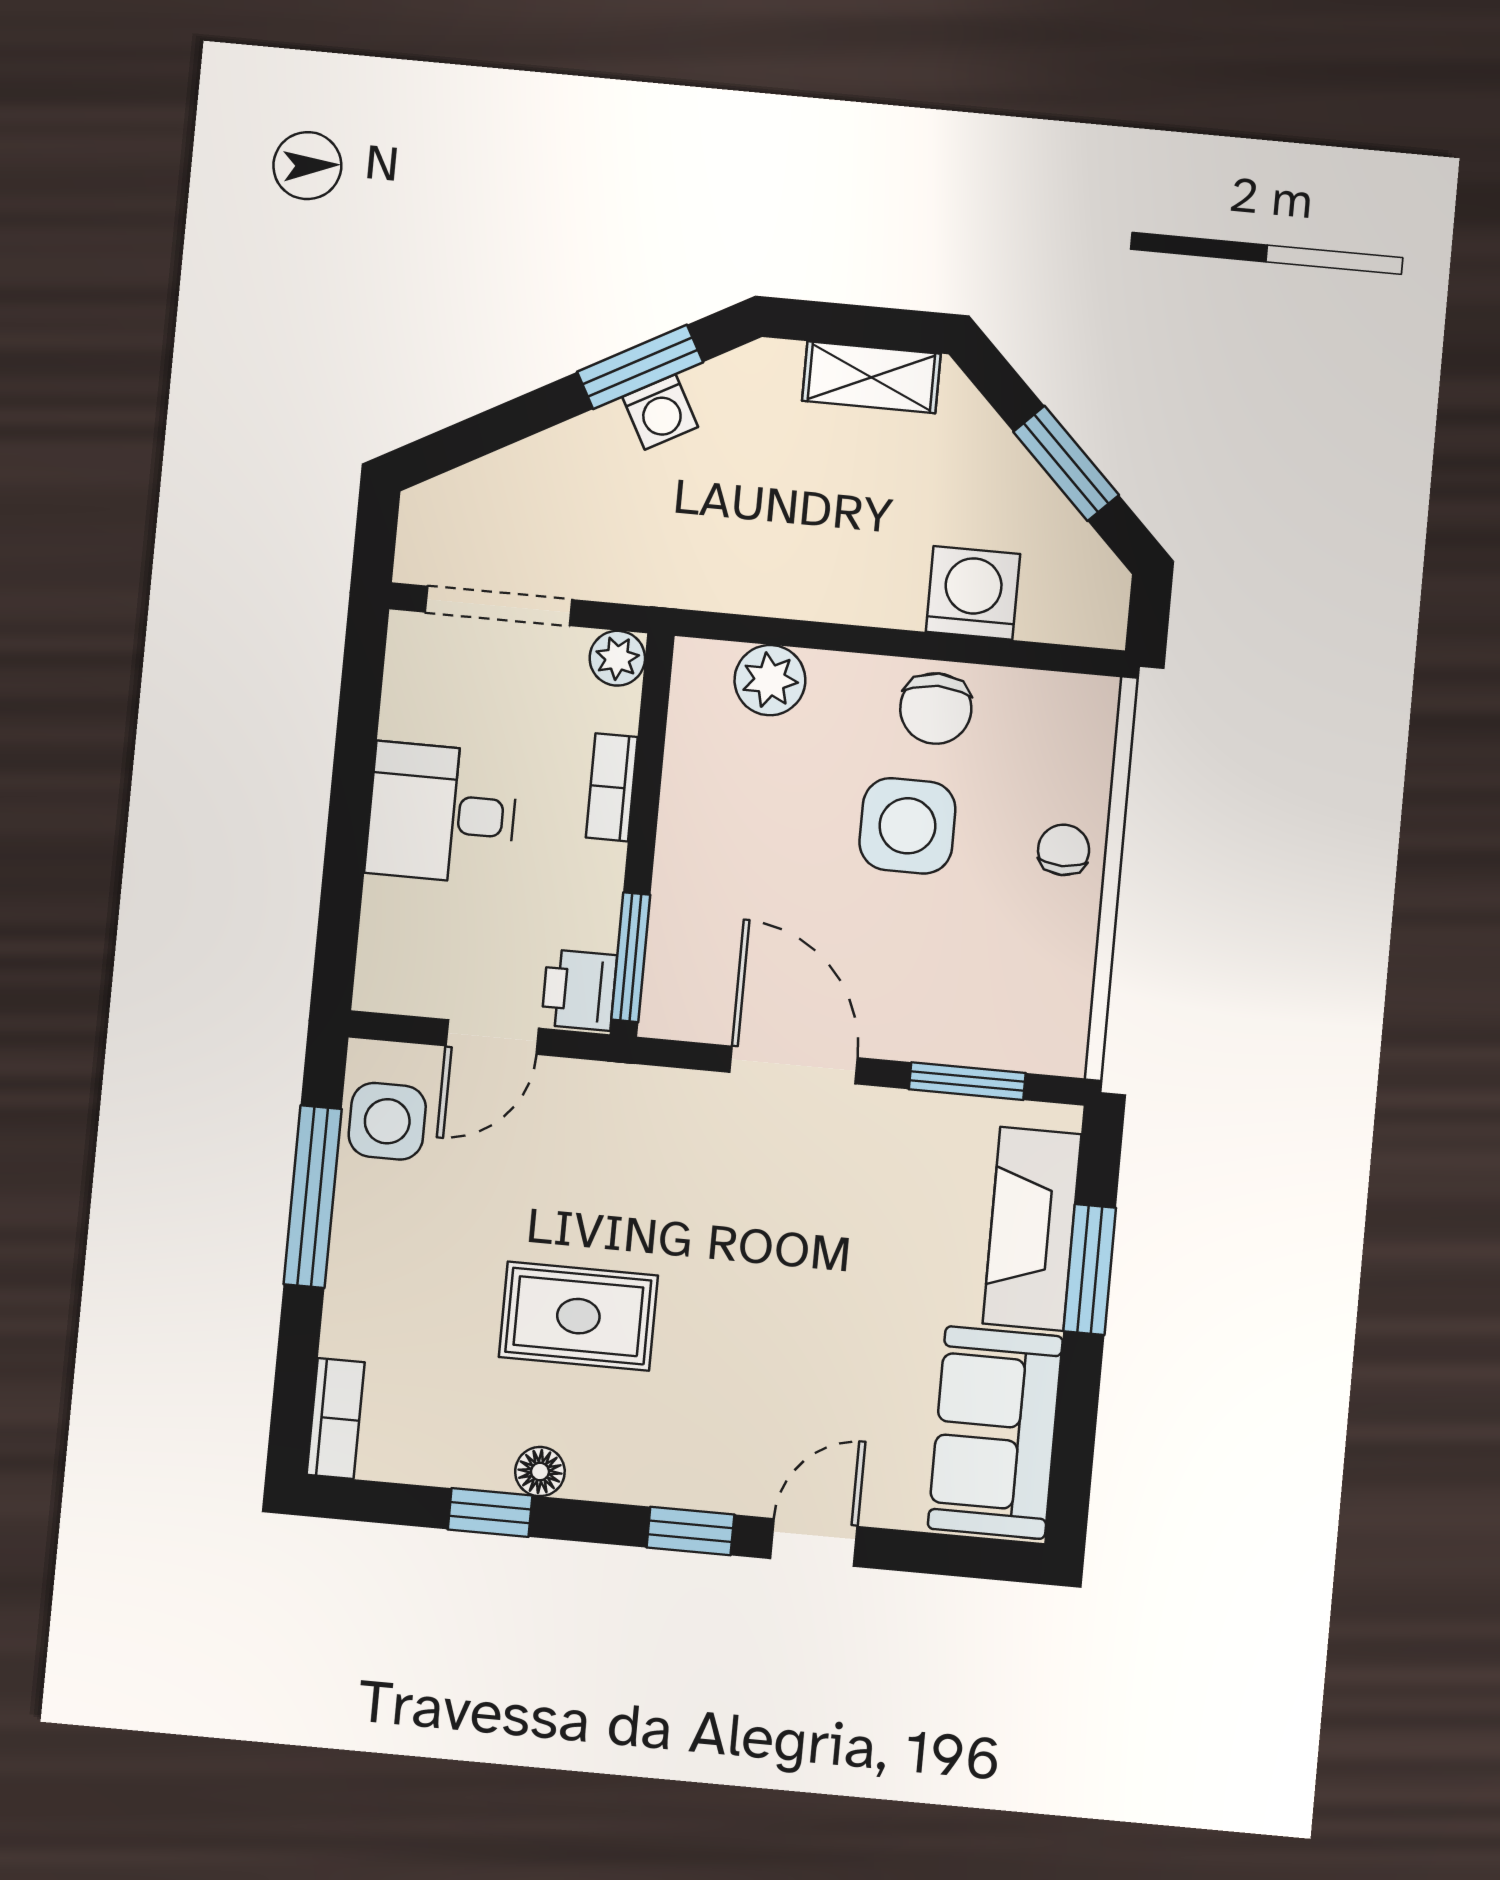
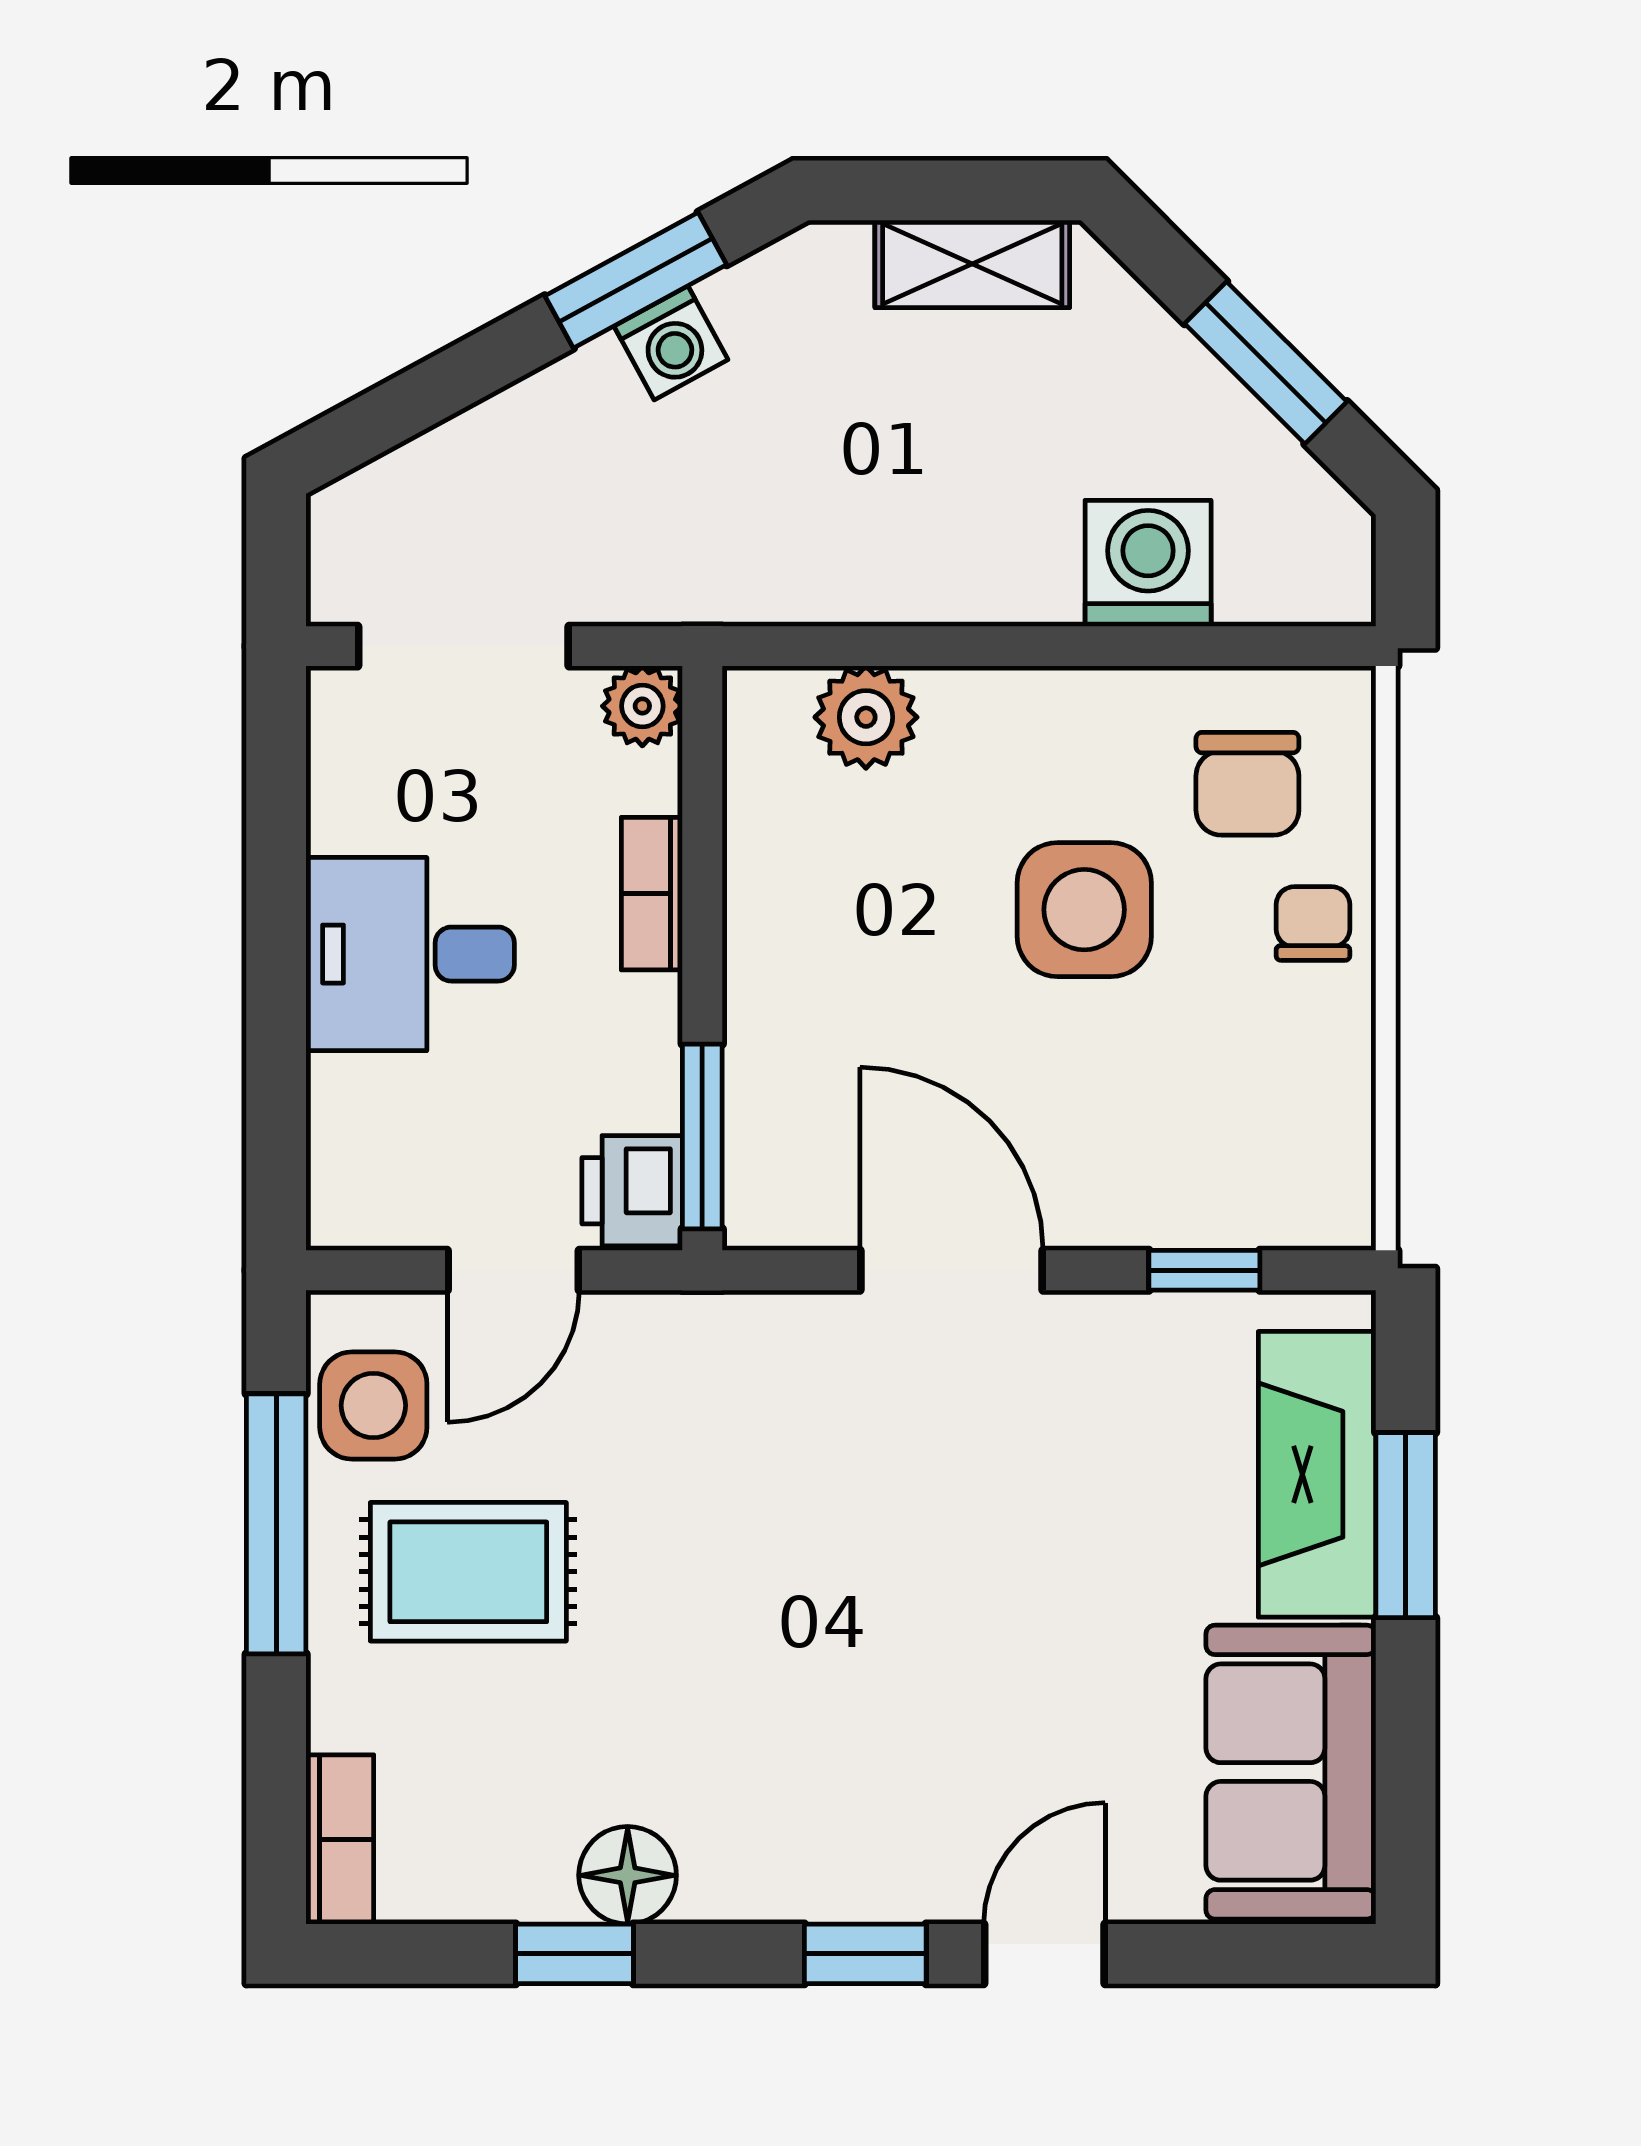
chair: (936, 708) -> (1247, 784), moved
window: (967, 1081) -> (1204, 1270), width x0.67
rug: (578, 1316) -> (468, 1572), moved
floor lamp: (540, 1472) -> (628, 1875), width x1.37, depth x1.37

